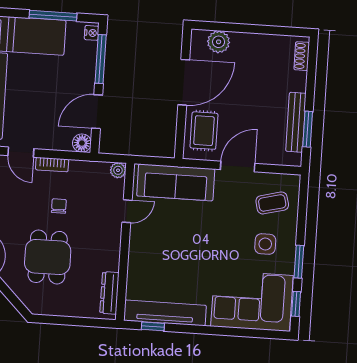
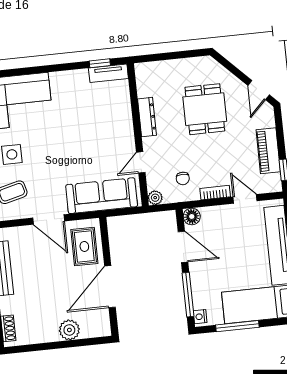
plant: (219, 42) -> (69, 330), moved
door: (97, 112) -> (183, 247), hinge flipped
door: (238, 166) -> (49, 220), hinge flipped
chair: (59, 206) -> (183, 178), moved
dresser: (110, 293) -> (147, 117), moved
tv unit: (165, 313) -> (108, 73), width x0.52, depth x0.78

